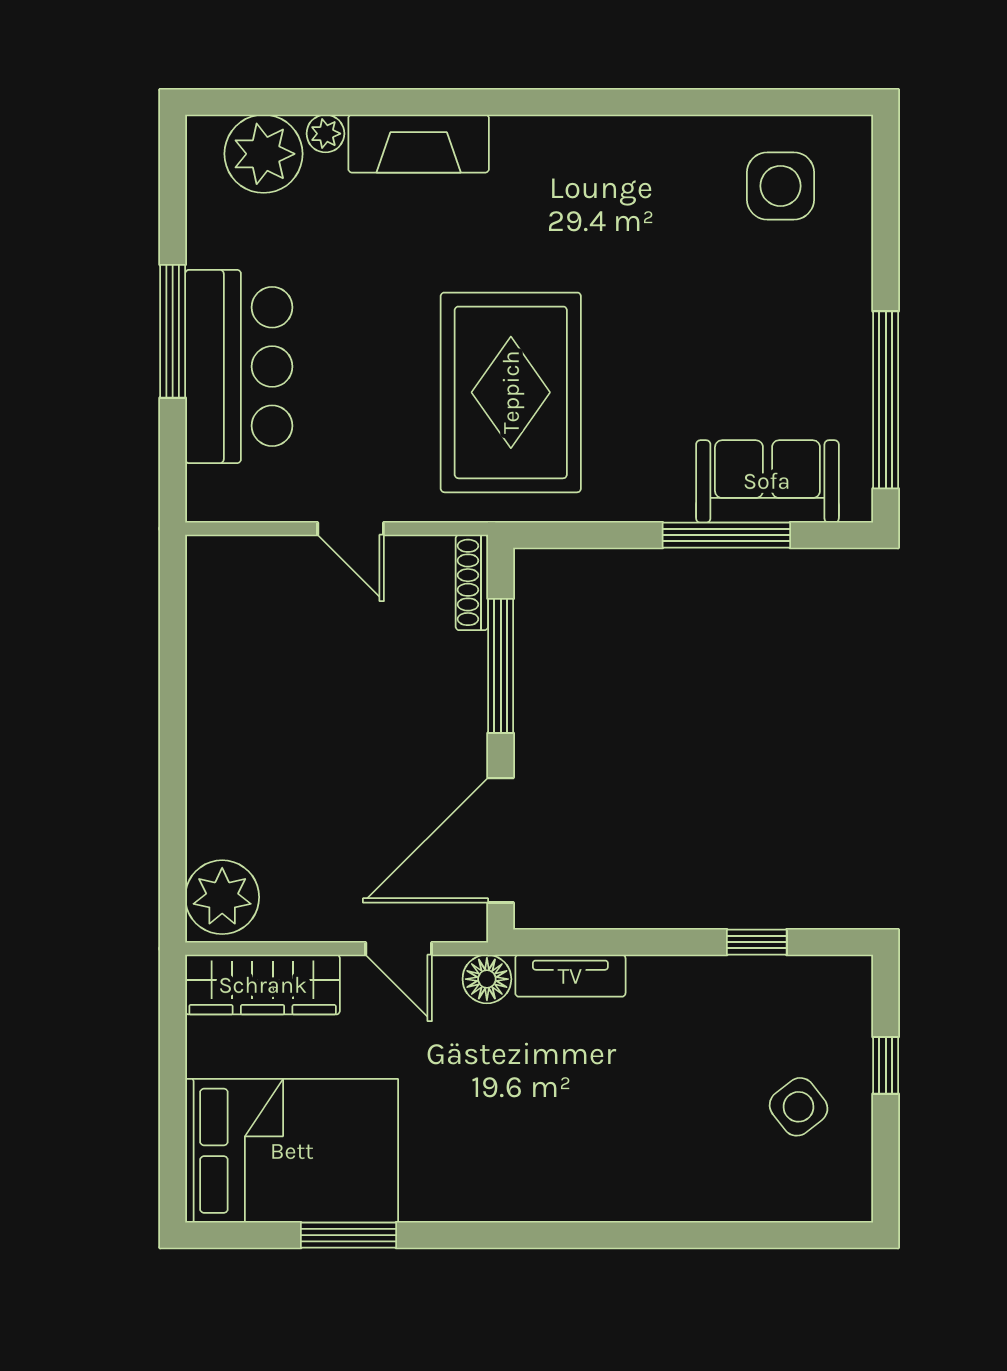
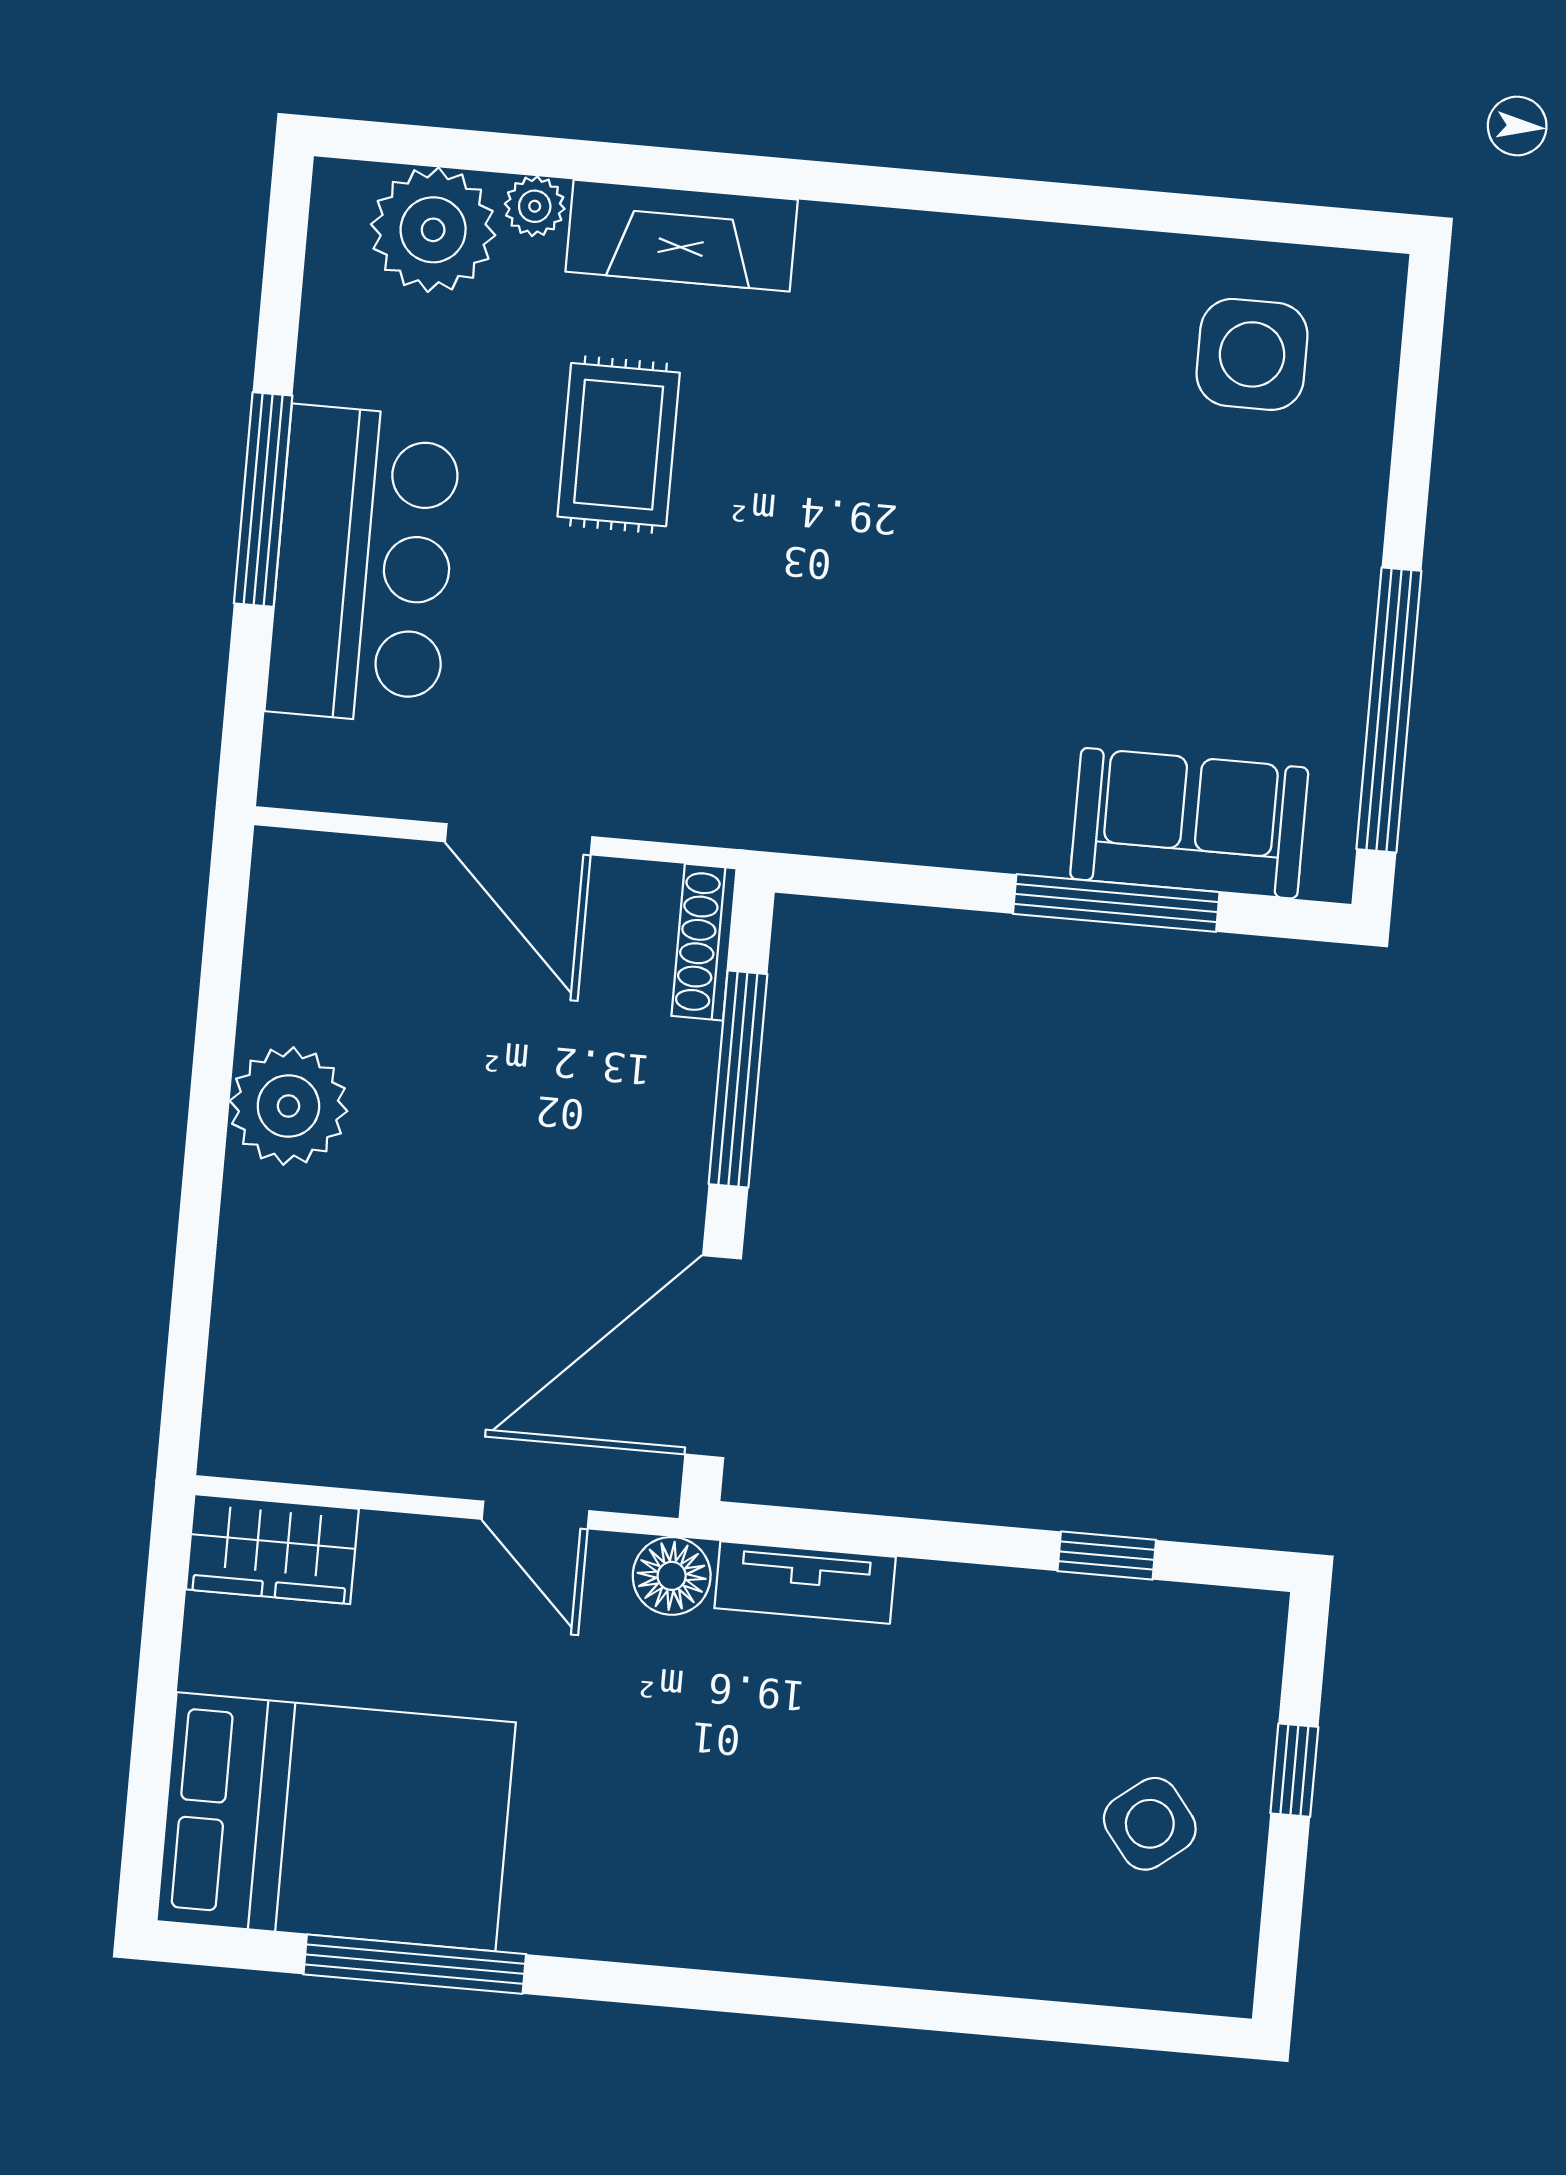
rug: (511, 392) -> (619, 445), moved, width x0.54, depth x0.49
door: (351, 529) -> (519, 839), width x1.38
plant: (222, 897) -> (288, 1106), moved
wardrobe: (263, 985) -> (272, 1549), width x0.67
window: (348, 1235) -> (415, 1964), width x1.44

